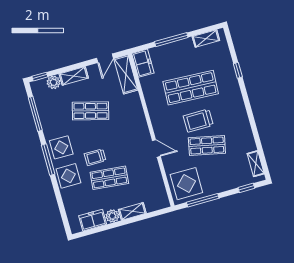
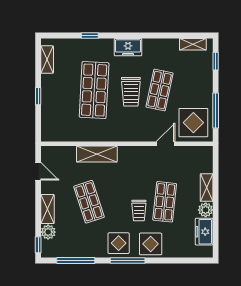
window: (171, 40) -> (38, 96), width x0.46
freezer: (143, 63) -> (128, 47), moved, turned 180
shelving: (126, 74) -> (97, 154), moved
shop shelf: (90, 111) -> (89, 202), turned -33
door: (156, 148) -> (165, 144), moved

